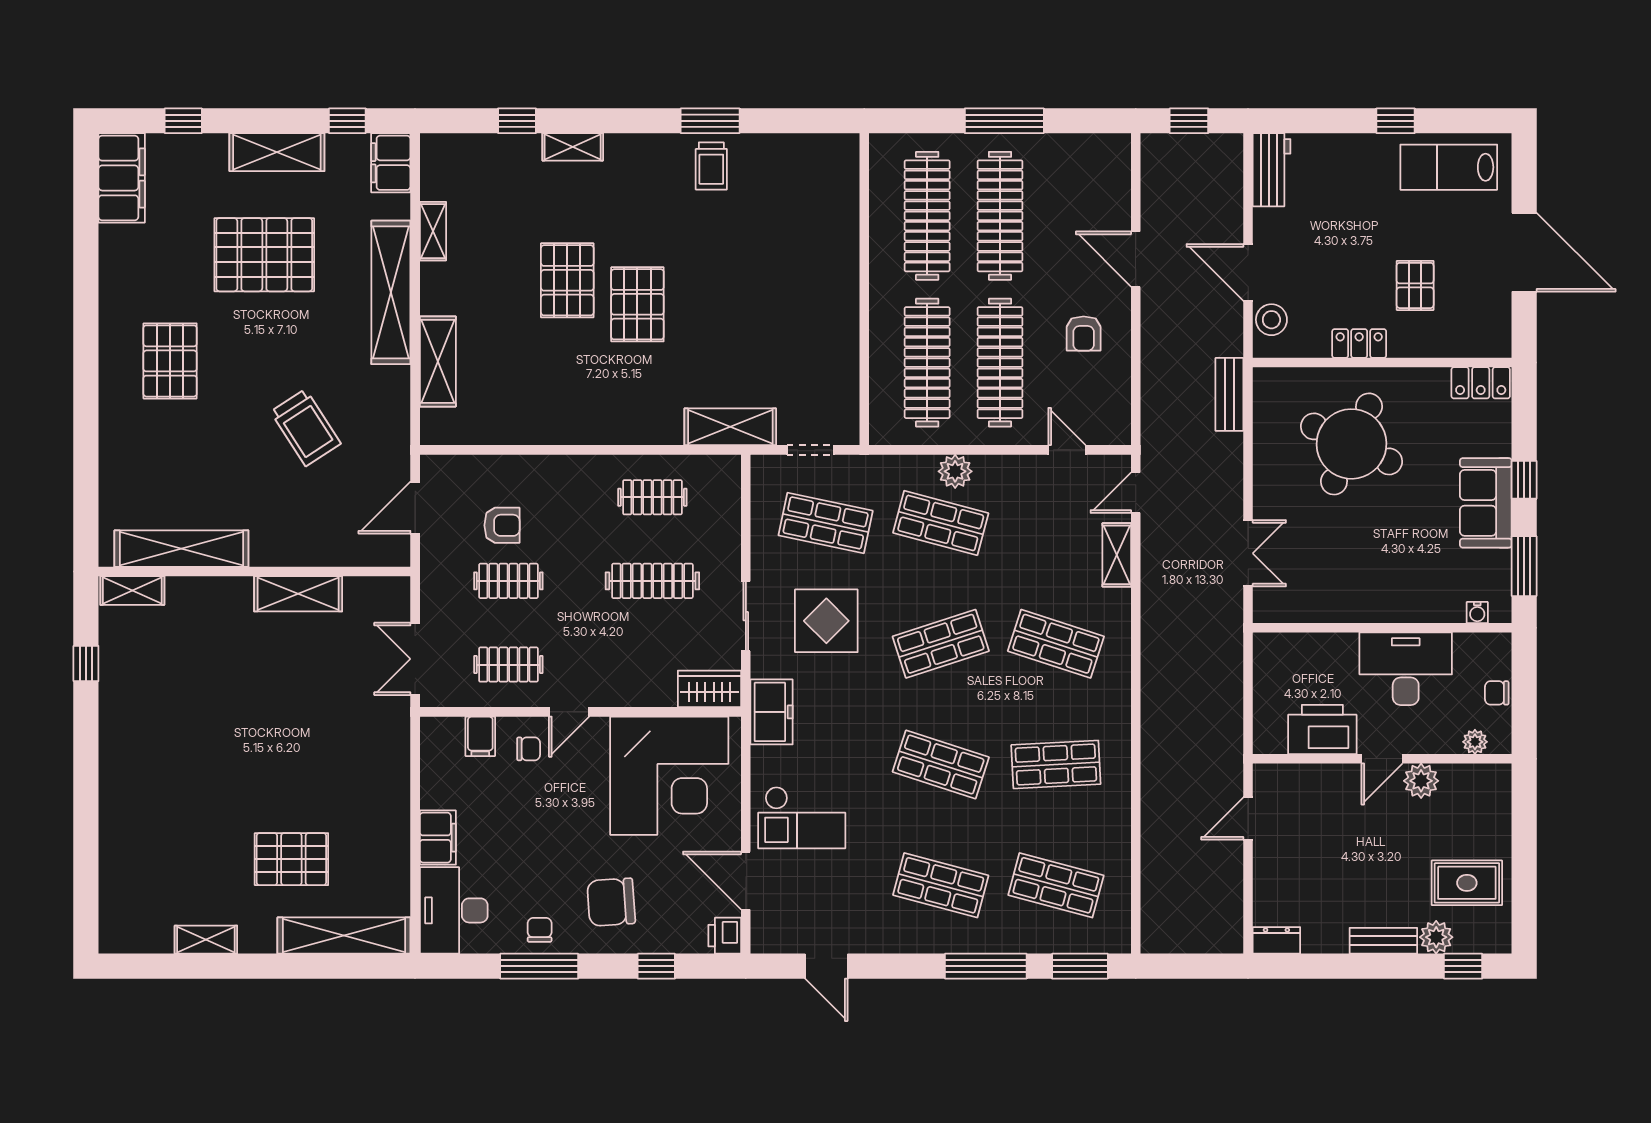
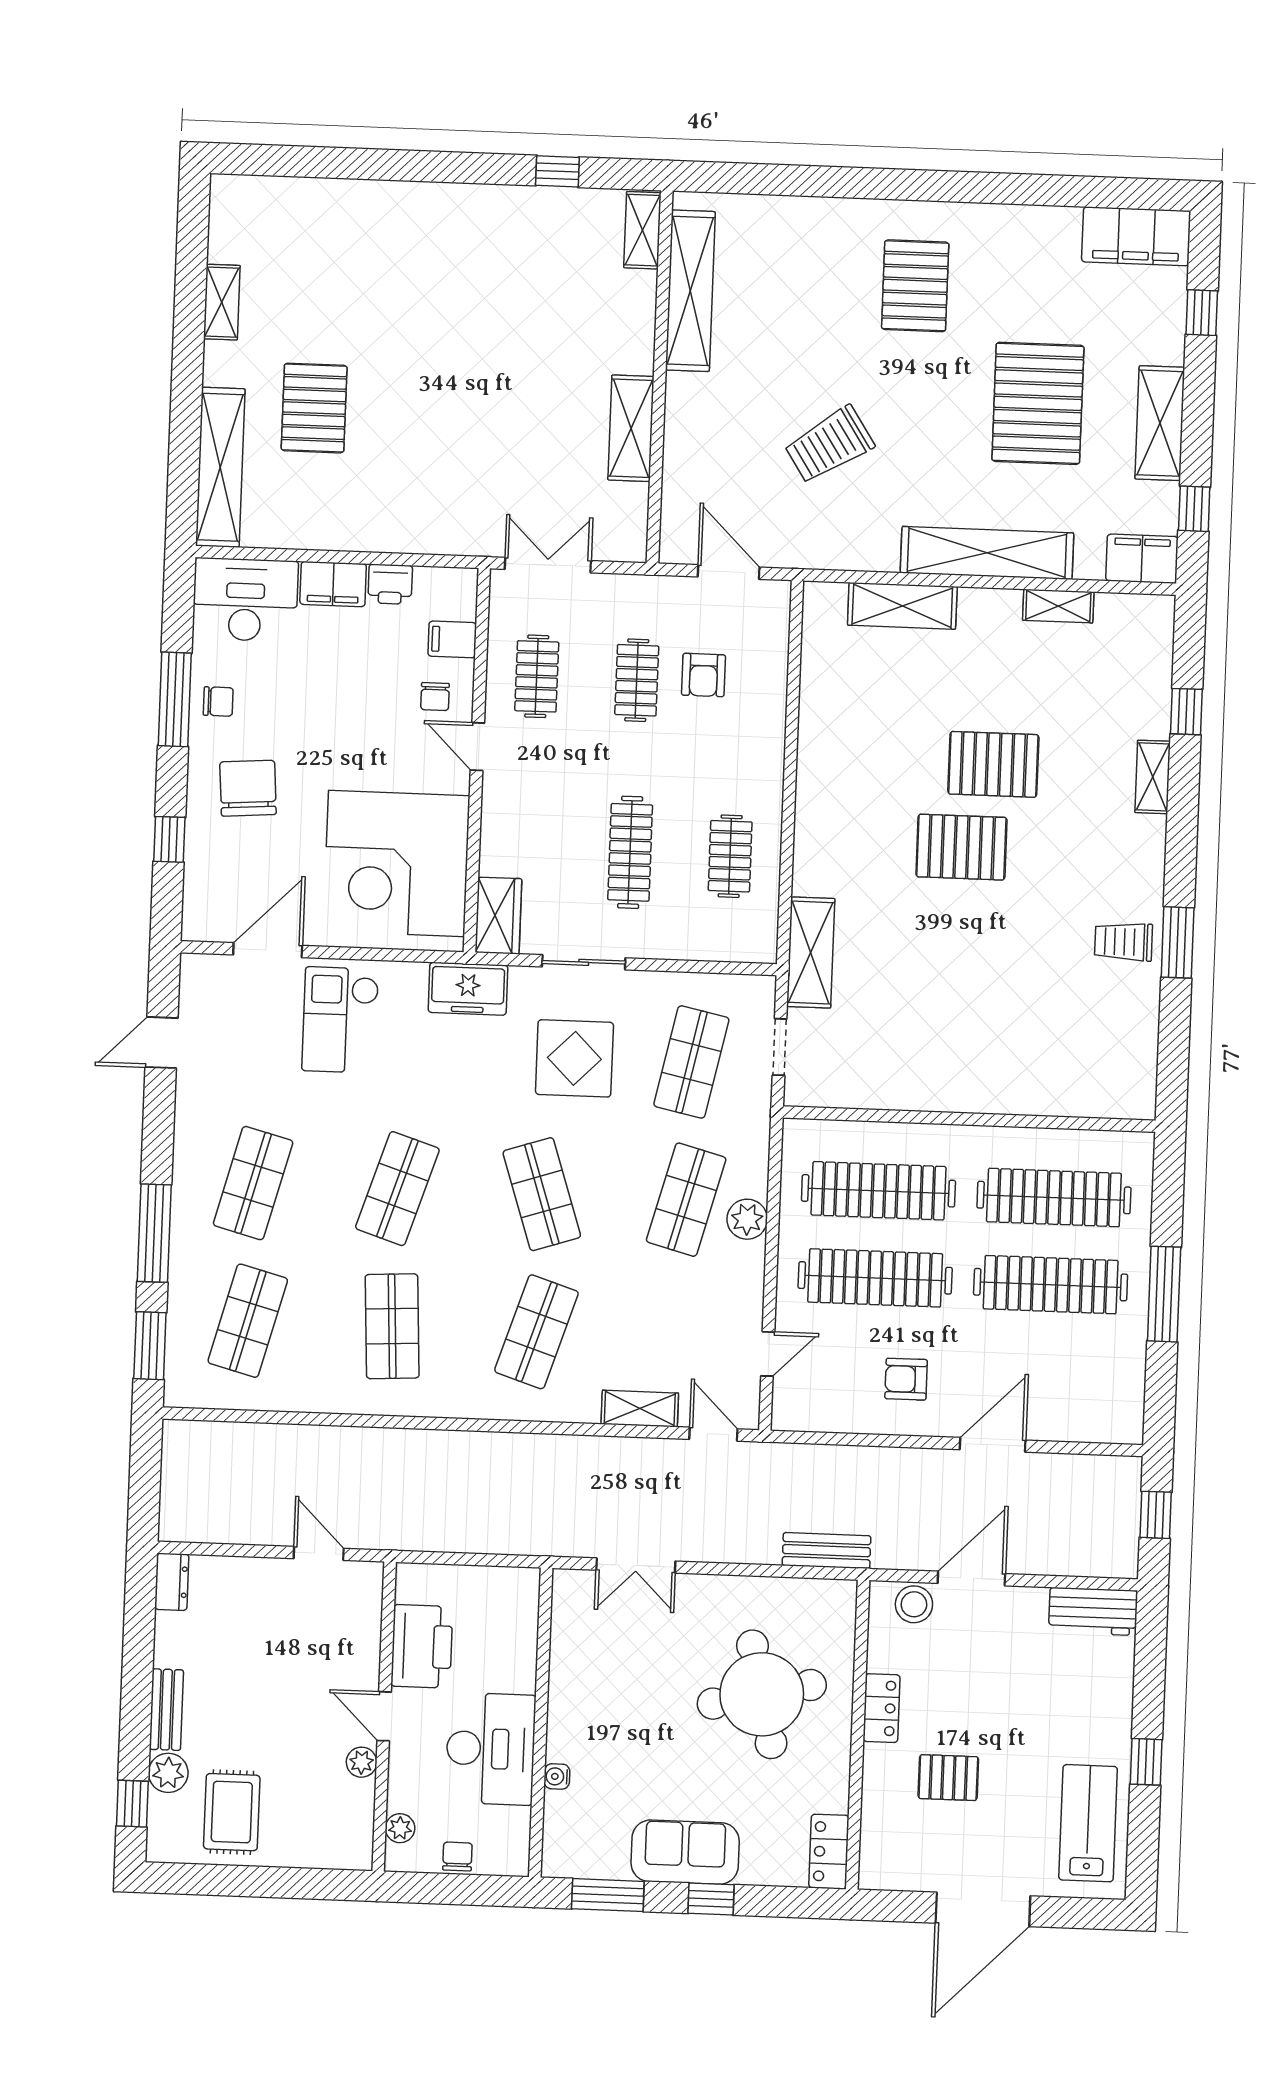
pallet: (170, 361) -> (915, 286), turned 90
round table: (1352, 444) -> (762, 1694), turned -38
water cooler: (1477, 612) -> (557, 1776), moved
plant: (1421, 781) -> (362, 1762), width x0.73, depth x0.73
printer: (725, 936) -> (390, 584), moved, turned 180

